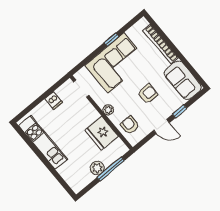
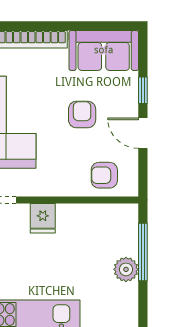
plant: (108, 110) -> (59, 187), removed
door: (161, 127) -> (143, 133), swing flipped
fridge: (102, 133) -> (43, 218), moved, width x0.53, depth x0.75

